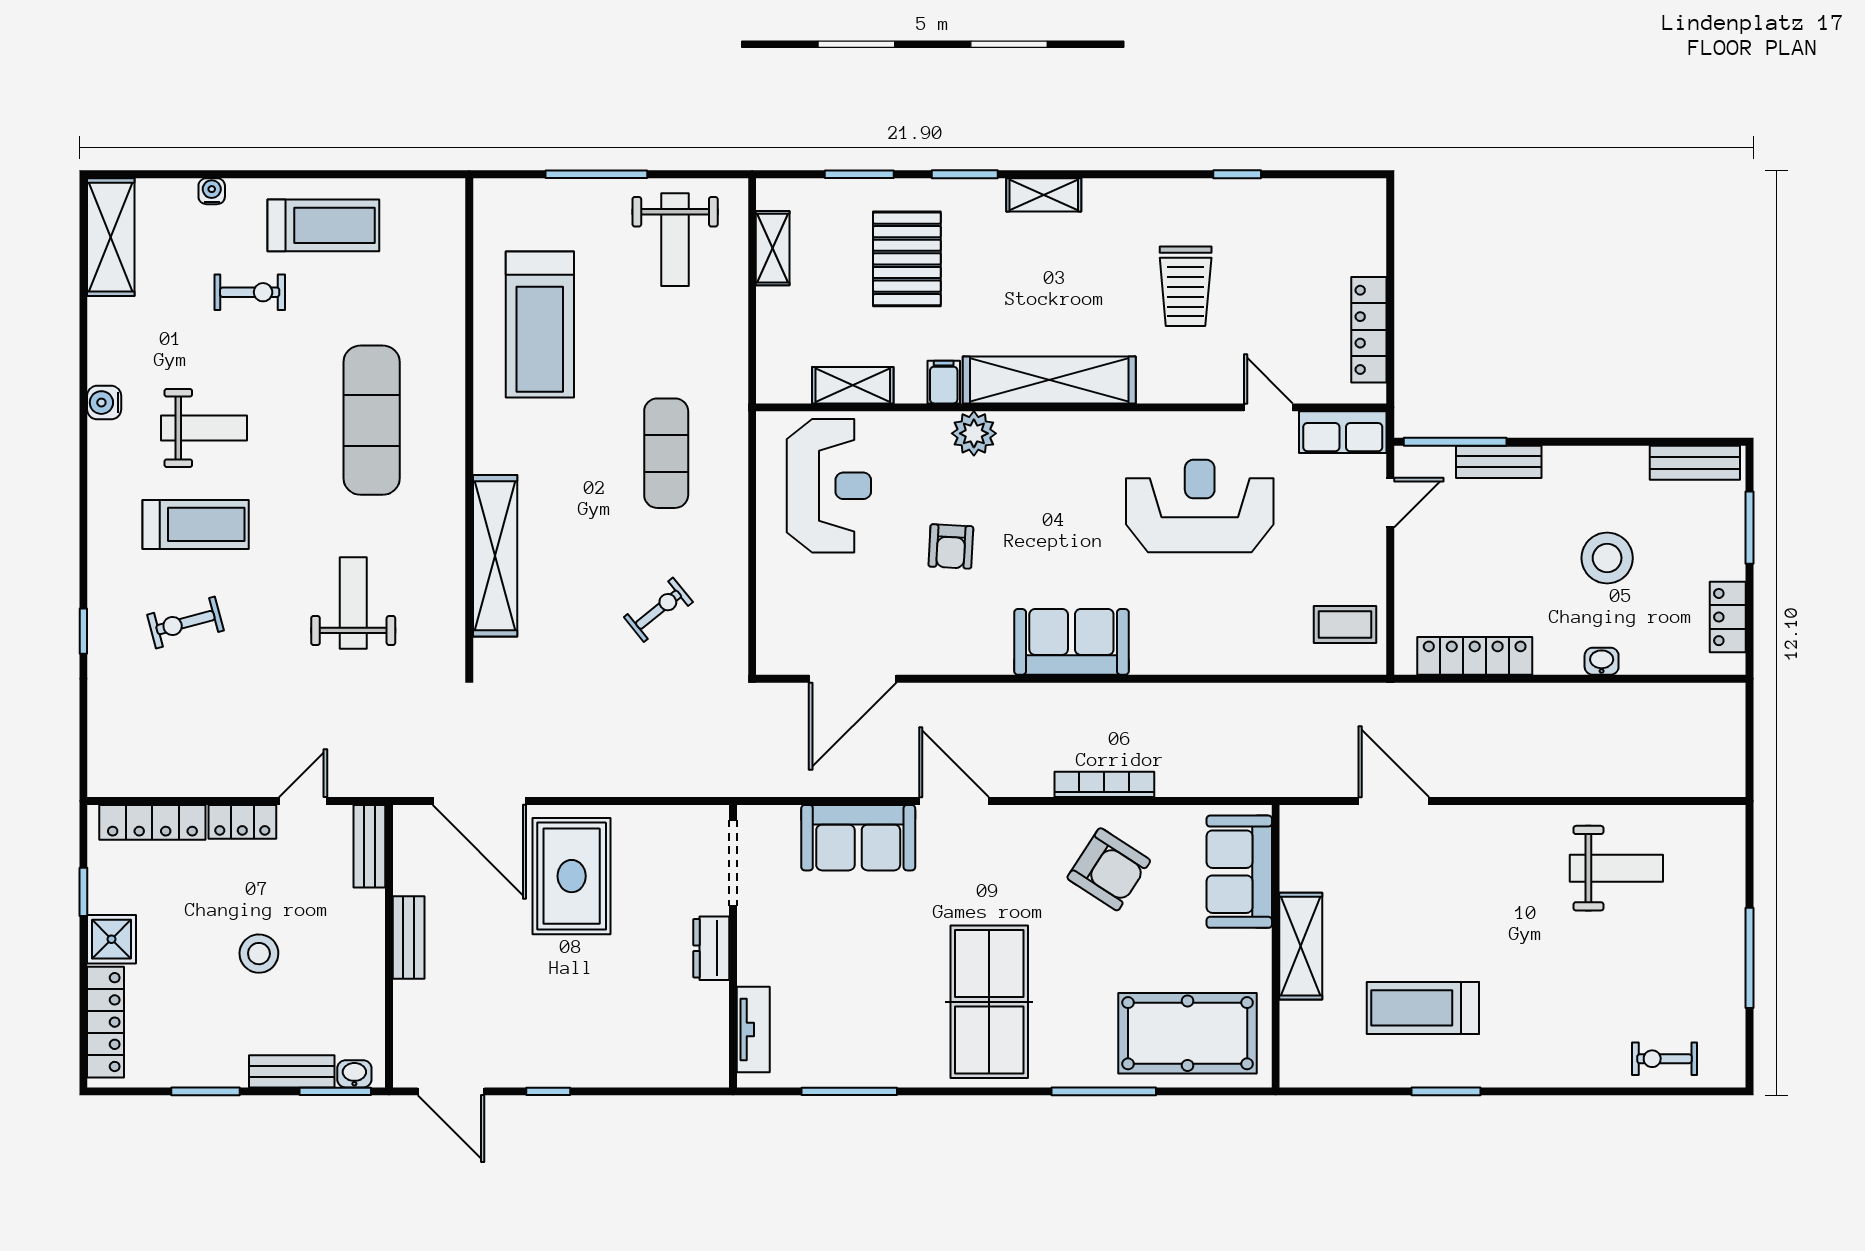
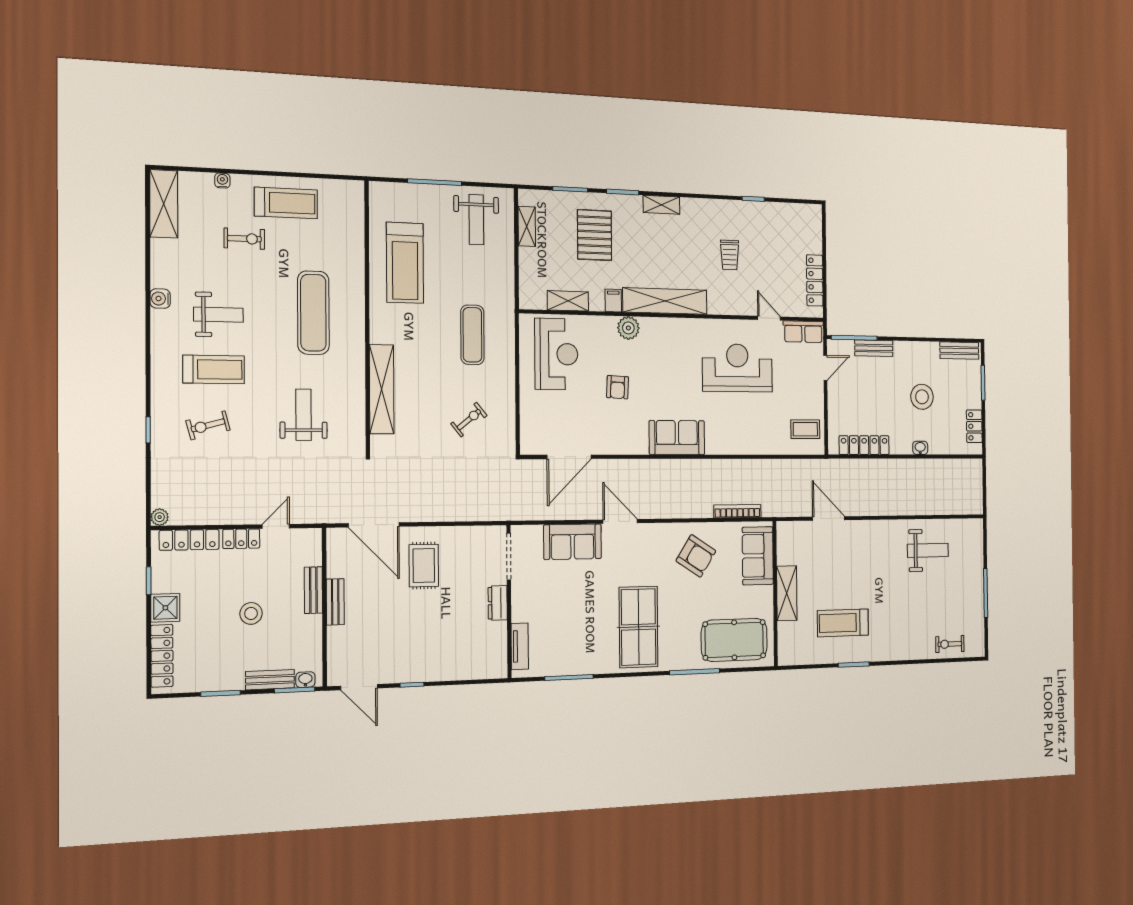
trolley: (1186, 286) -> (730, 255), width x0.73, depth x0.72
plant: (102, 782) -> (160, 517), added
bookcase: (1104, 784) -> (737, 511), moved
bench: (369, 846) -> (313, 590), moved
rug: (572, 876) -> (424, 566), width x0.73, depth x0.70

